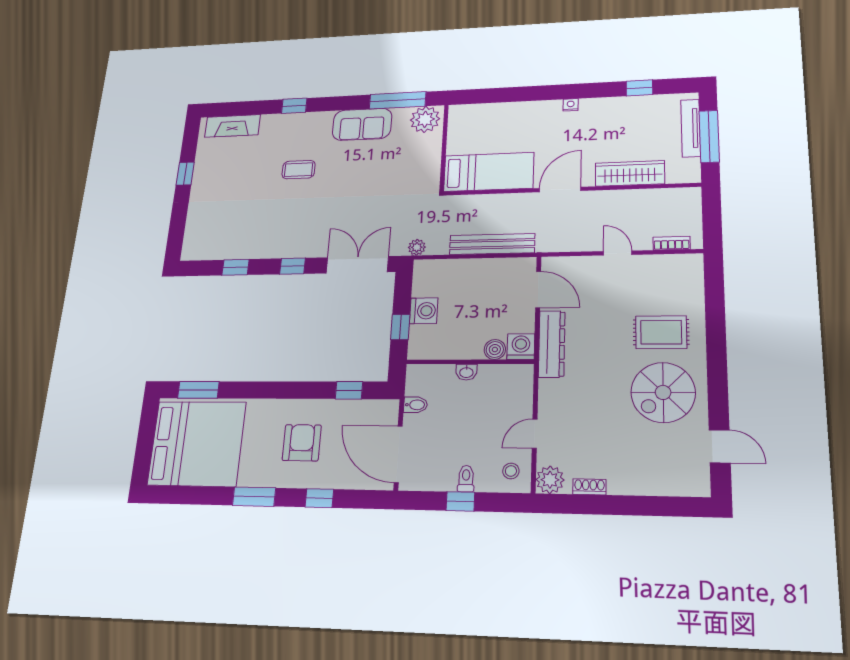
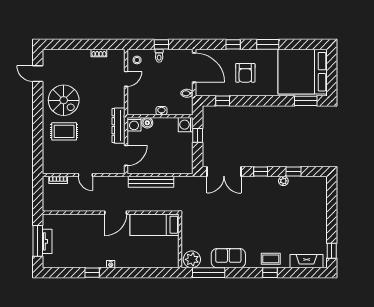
window: (639, 88) -> (92, 273), moved
tv unit: (691, 128) -> (47, 241), width x0.71
coffee table: (299, 170) -> (271, 259), moved
wardrobe: (630, 173) -> (79, 221), removed
window: (185, 174) -> (332, 251), moved
plant: (417, 247) -> (283, 181), moved
door: (538, 290) -> (126, 155), swing flipped
washing machine: (424, 311) -> (186, 125), moved
spiral stairs: (663, 392) -> (64, 100), turned 90
plant: (550, 480) -> (118, 56), removed

